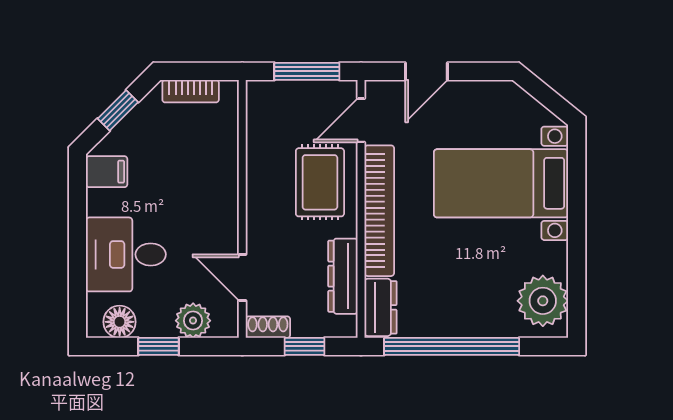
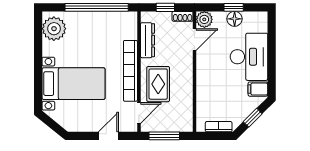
desk: (126, 254) -> (249, 57), width x1.37
door: (242, 277) -> (195, 40), hinge flipped
dresser: (381, 307) -> (130, 26), removed
plant: (193, 321) -> (204, 19), moved
floor lamp: (120, 322) -> (235, 19), moved

